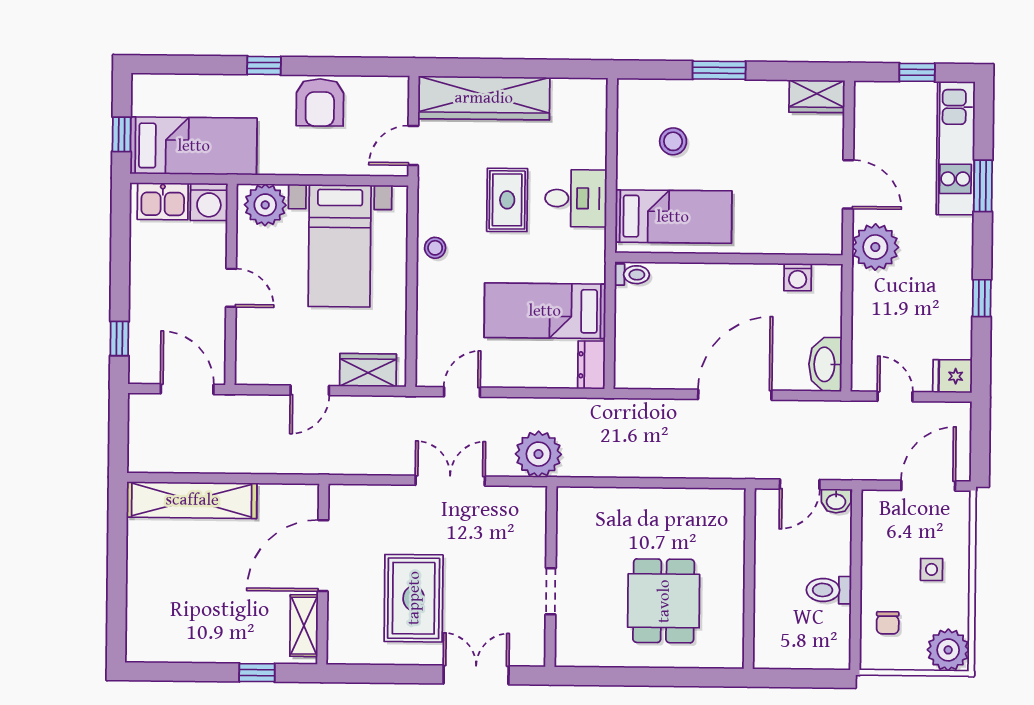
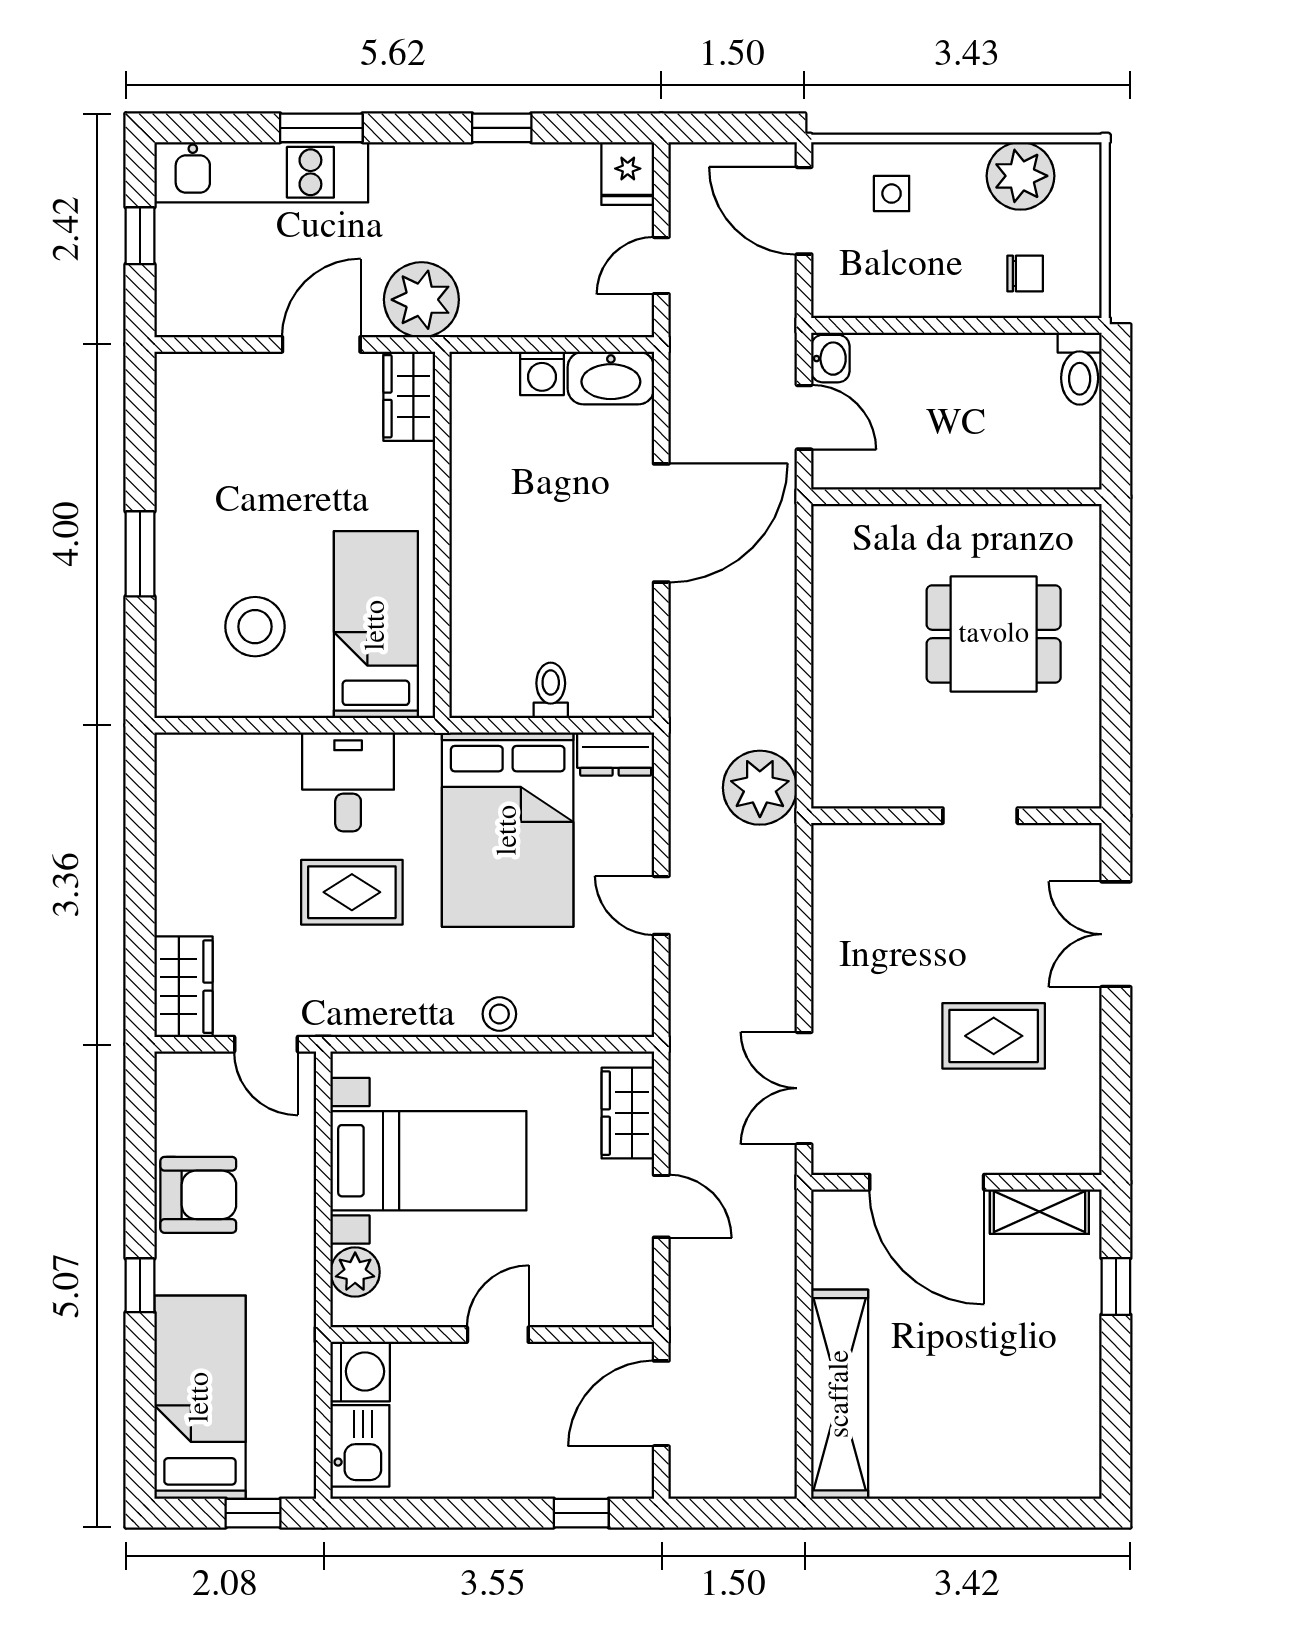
wardrobe: (817, 96) -> (409, 396), moved, turned 180
wardrobe: (484, 98) -> (183, 987), width x0.48, depth x0.85
stool: (673, 141) -> (255, 627), width x1.38, depth x1.38
bed: (194, 146) -> (200, 1397), moved
plant: (265, 205) -> (355, 1272), width x0.73, depth x0.73
stool: (435, 248) -> (499, 1014), moved
toilet: (632, 275) -> (551, 690), moved
washing machine: (798, 277) -> (542, 373), moved, turned 90
bed: (545, 311) -> (508, 830), width x1.50
door: (462, 392) -> (661, 905), moved
door: (735, 395) -> (661, 523), swing flipped
plant: (538, 454) -> (760, 788), moved
double door: (450, 481) -> (804, 1088), moved
side table: (931, 569) -> (892, 194), moved
toilet: (829, 590) -> (1080, 369), moved
rug: (414, 598) -> (994, 1036), width x0.73, depth x0.70
plant: (948, 650) -> (1020, 176), moved

